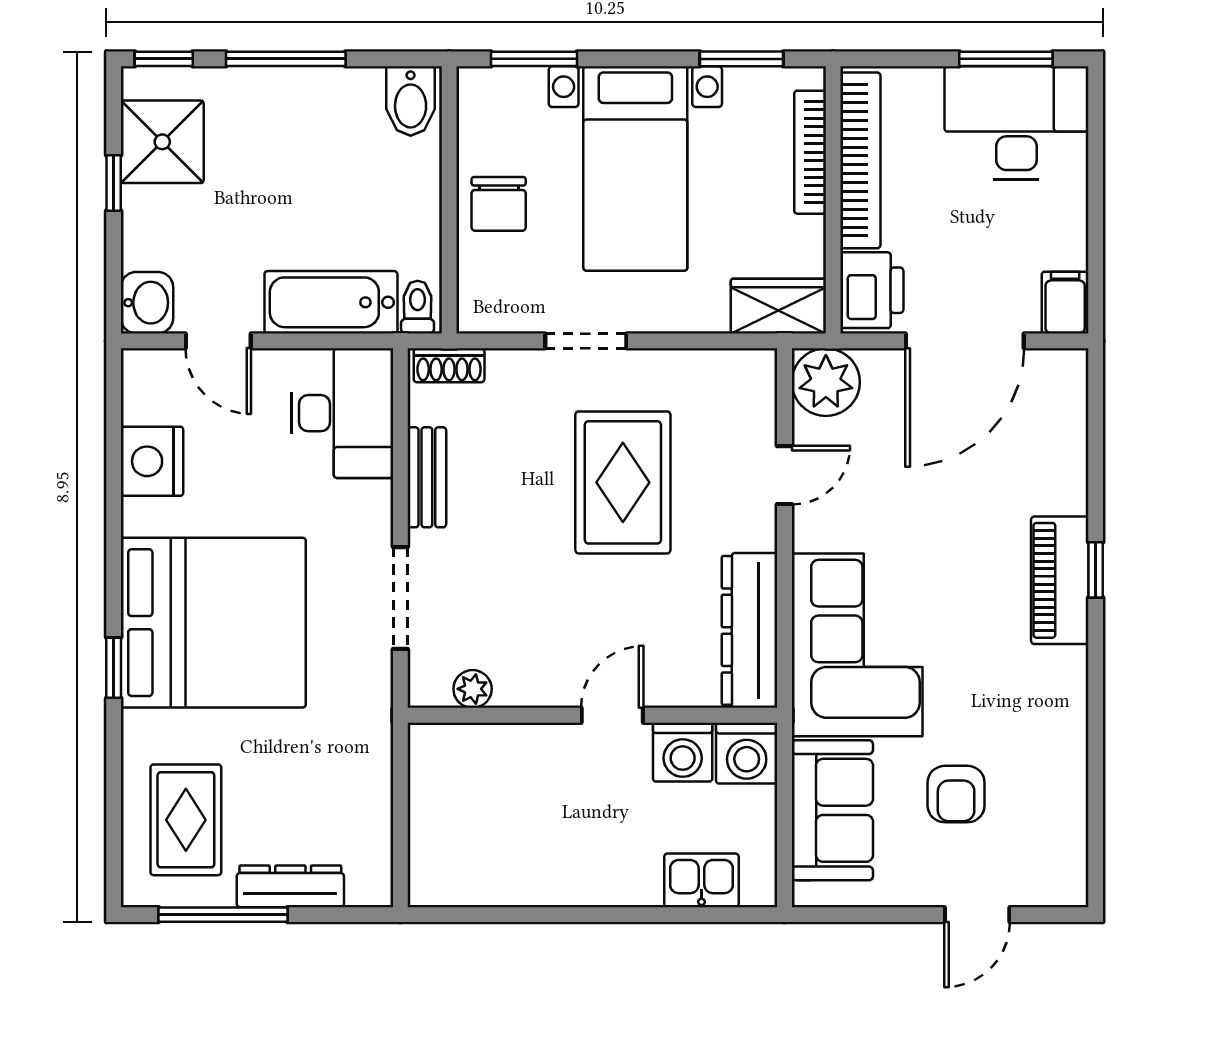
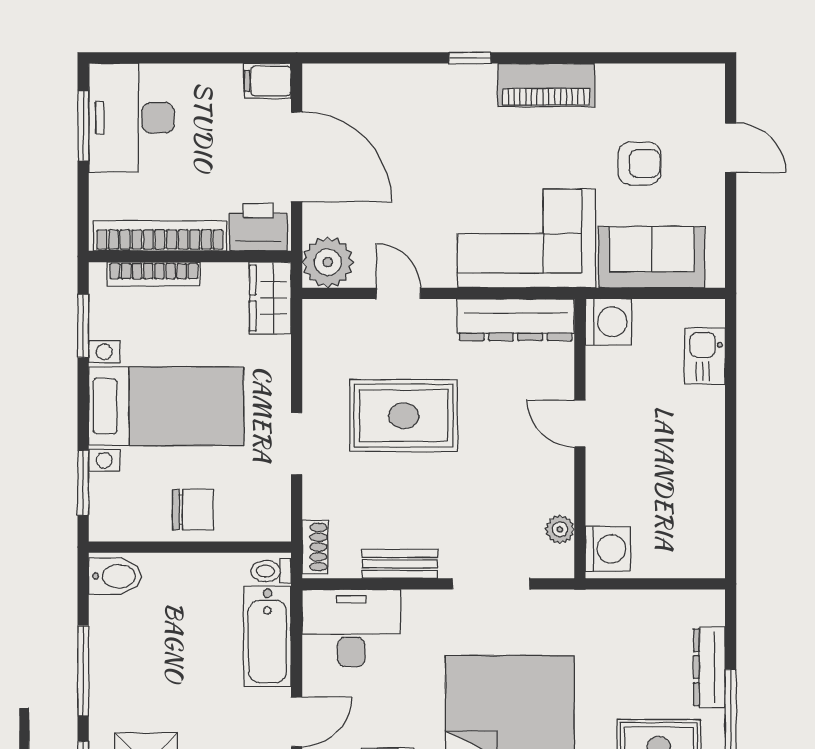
piano: (1060, 580) -> (546, 85), moved
washing machine: (683, 752) -> (608, 549), moved

